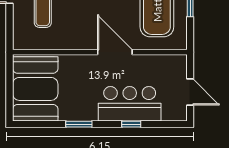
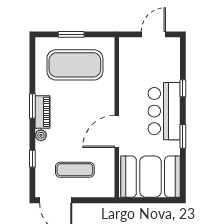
door: (115, 52) -> (117, 131), moved
bar counter: (130, 104) -> (164, 111), moved

